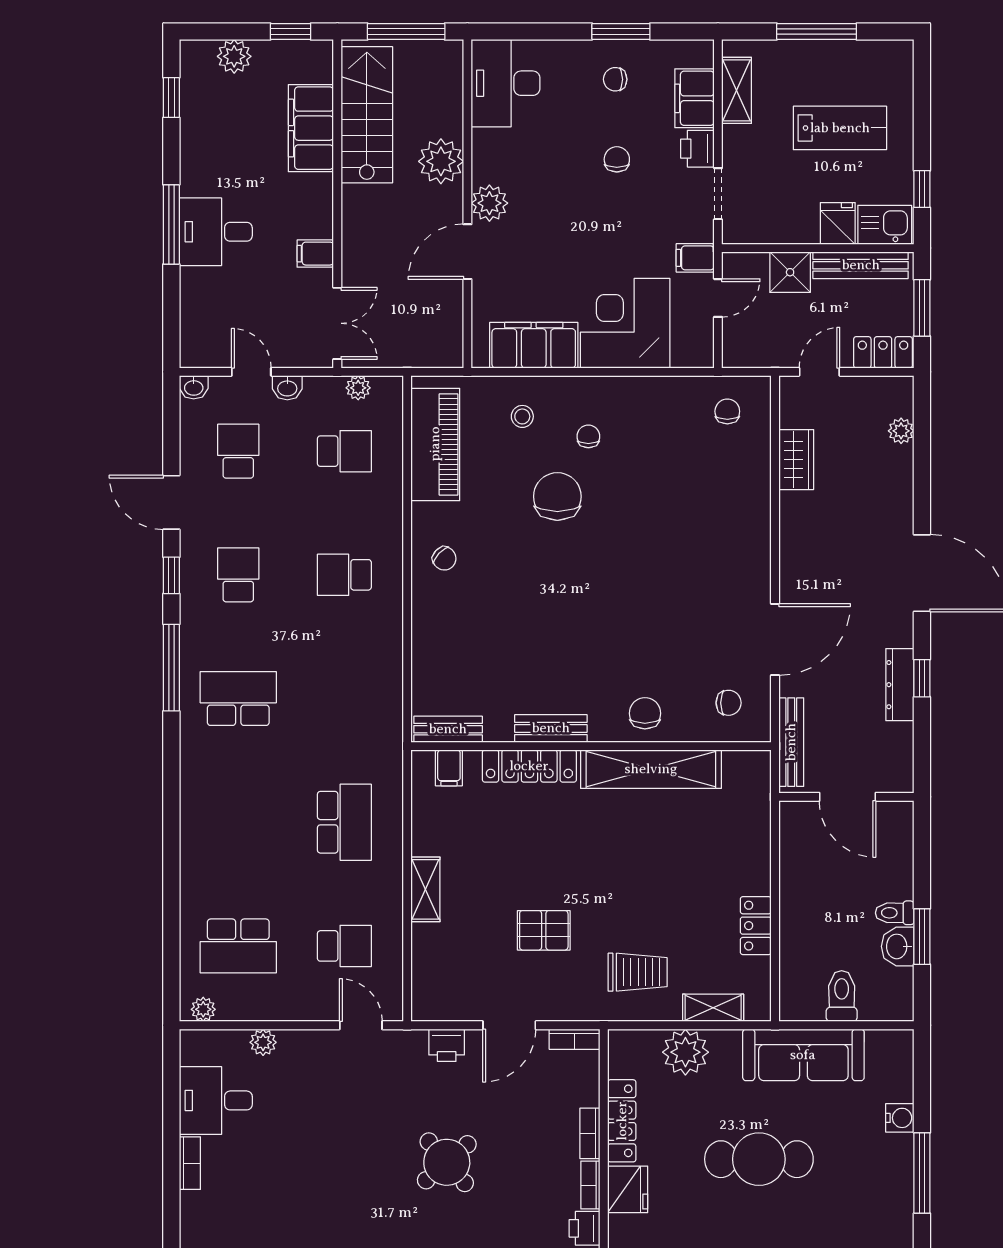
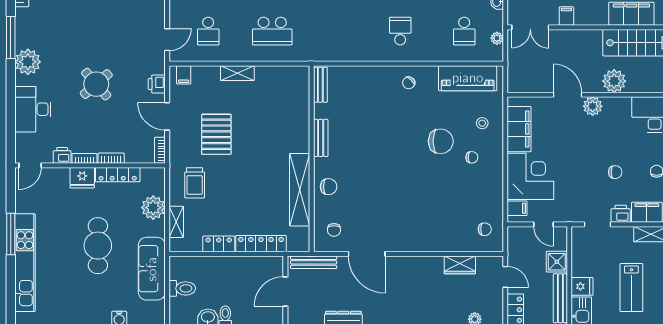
filing cabinet: (695, 258) -> (517, 208), moved, turned 90
locker: (529, 766) -> (261, 244), moved, turned 90
filing cabinet: (449, 768) -> (184, 75), moved, turned -90
pallet: (544, 930) -> (216, 134), width x1.50, depth x1.42

